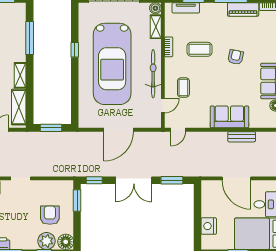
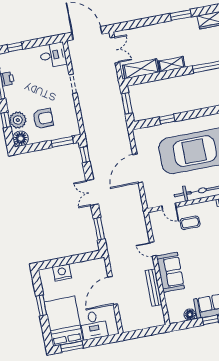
window: (75, 50) -> (167, 119), moved
door: (118, 130) -> (138, 168), hinge flipped
door: (178, 130) -> (153, 249), moved
bench: (242, 137) -> (154, 288), width x1.36
double door: (134, 180) -> (92, 192), width x0.73

